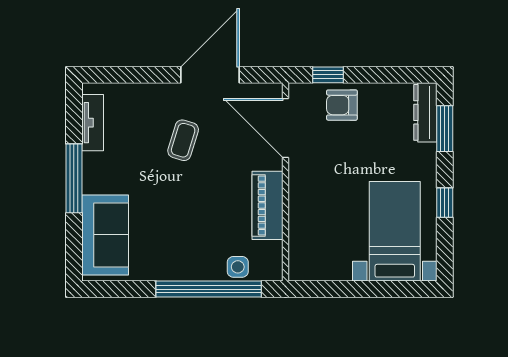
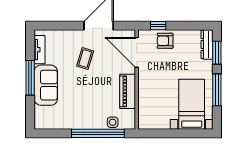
window: (445, 203) -> (217, 90), width x2.17
sofa: (105, 235) -> (46, 85), moved

